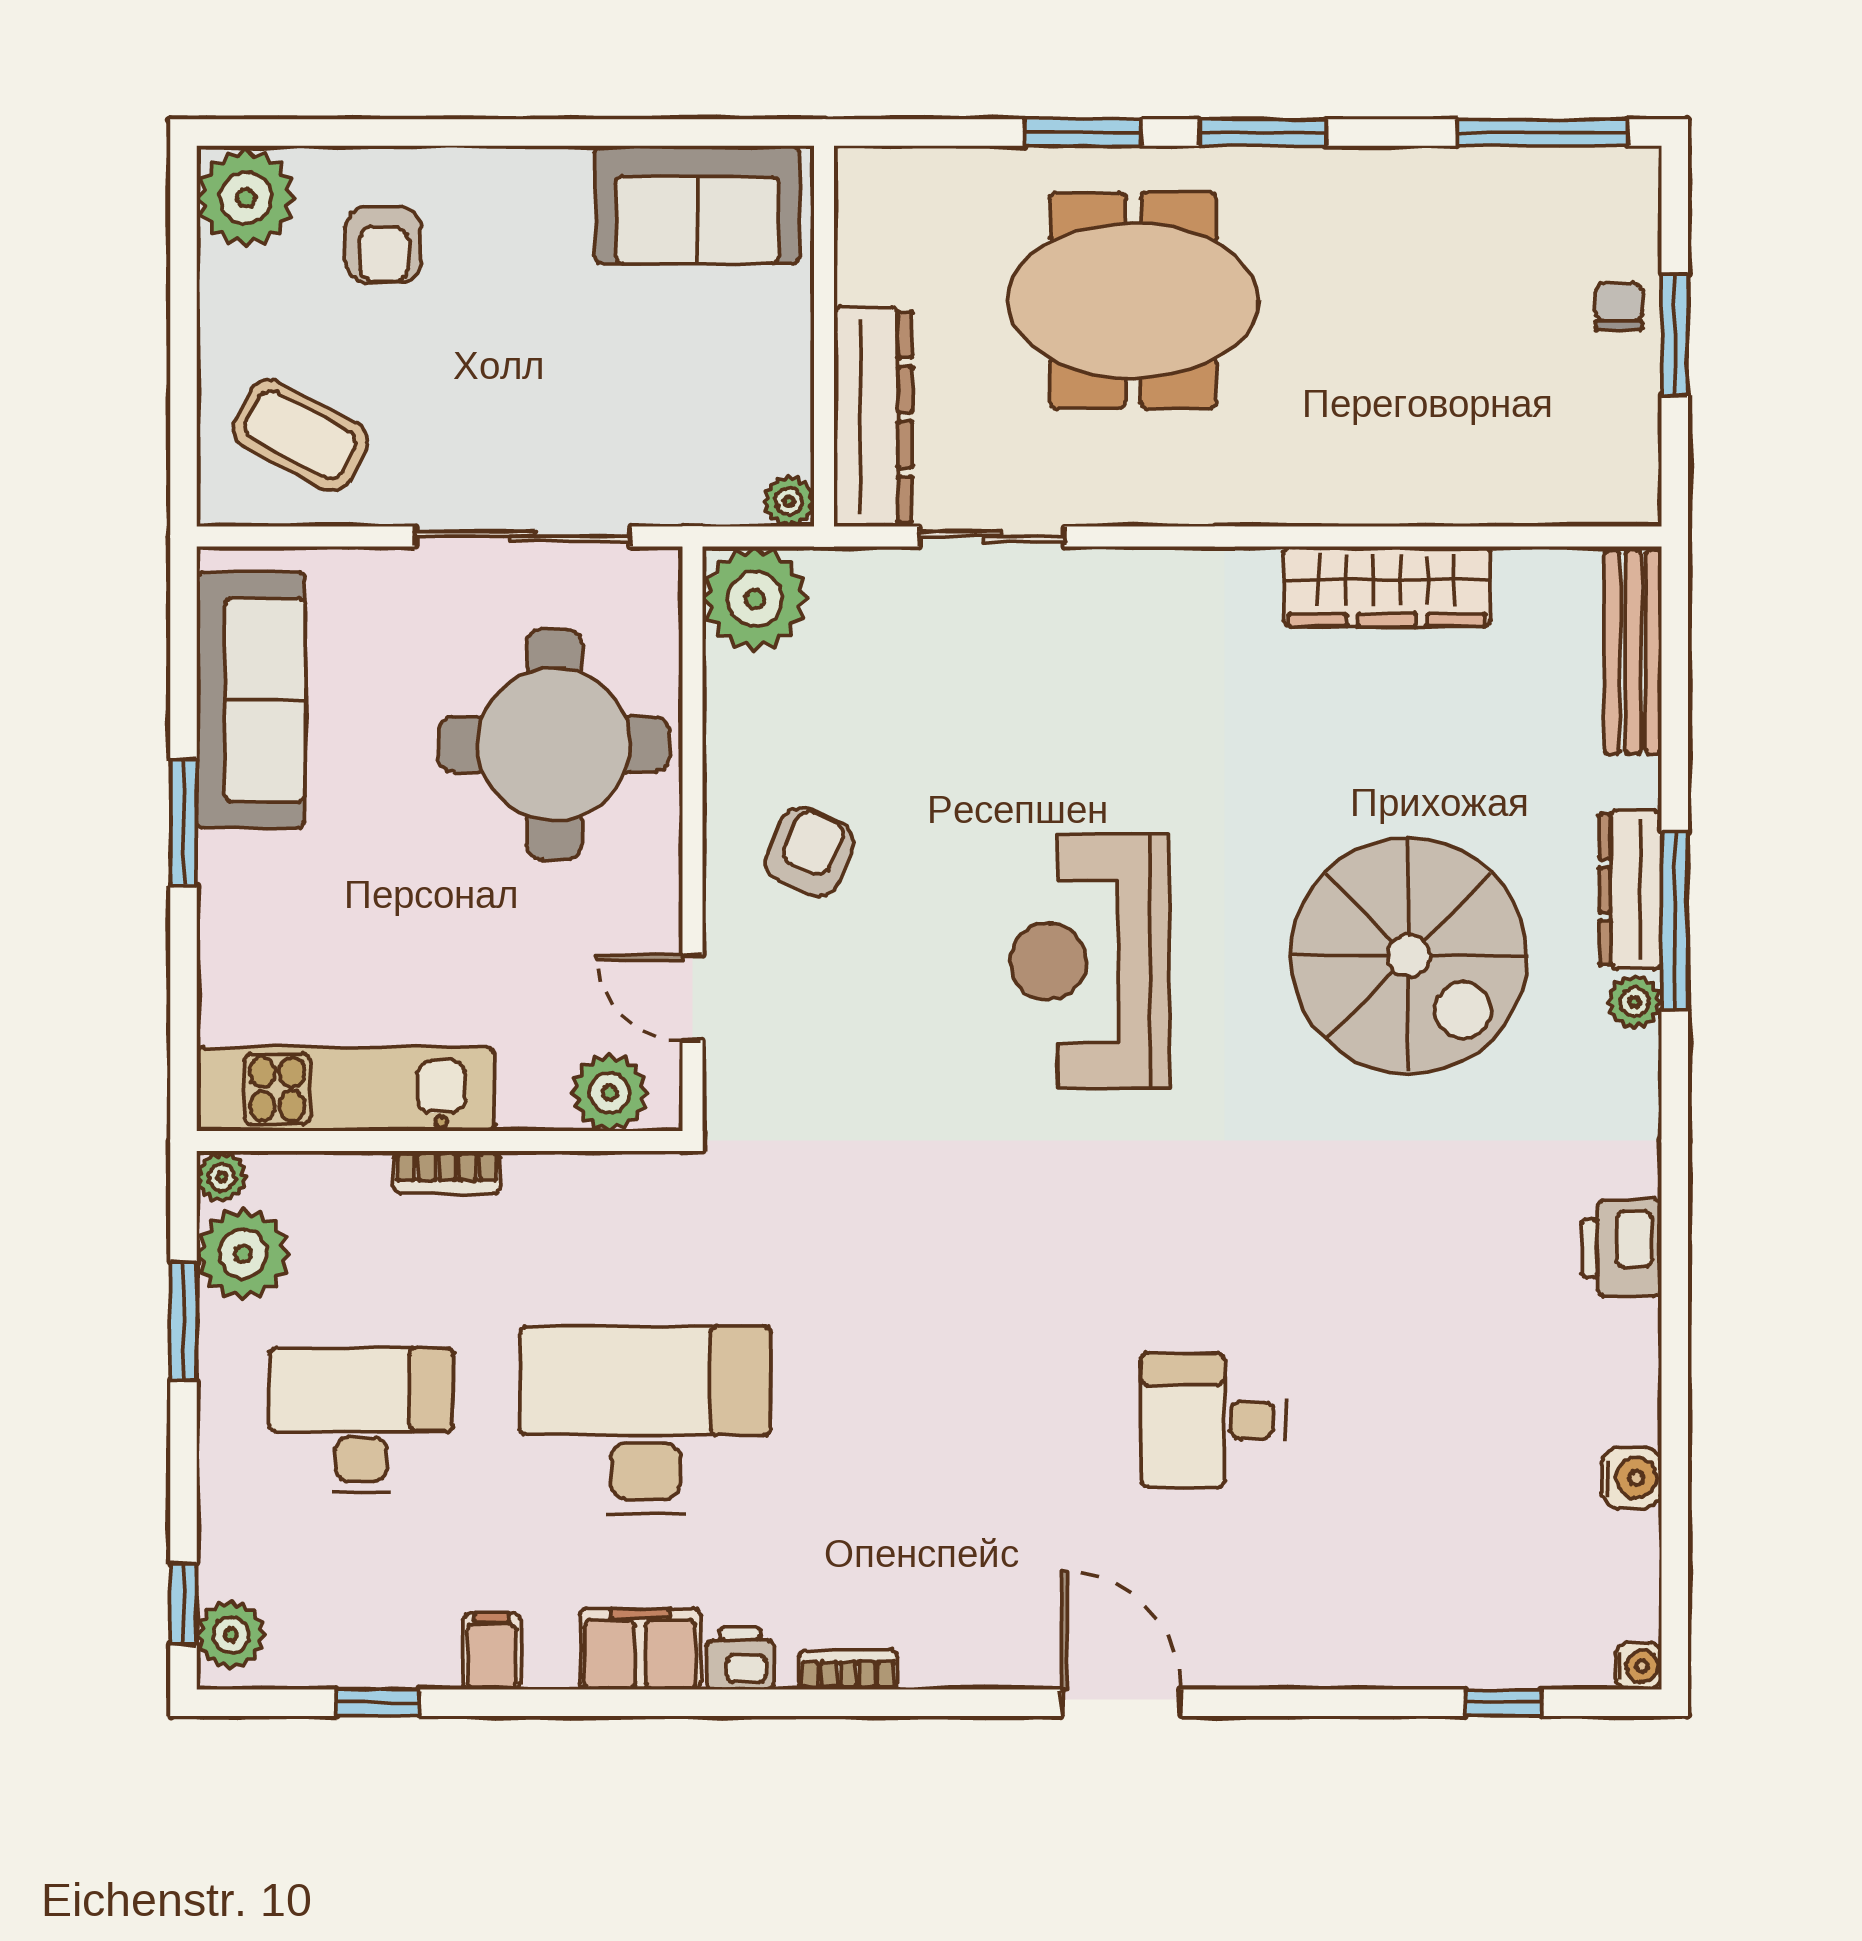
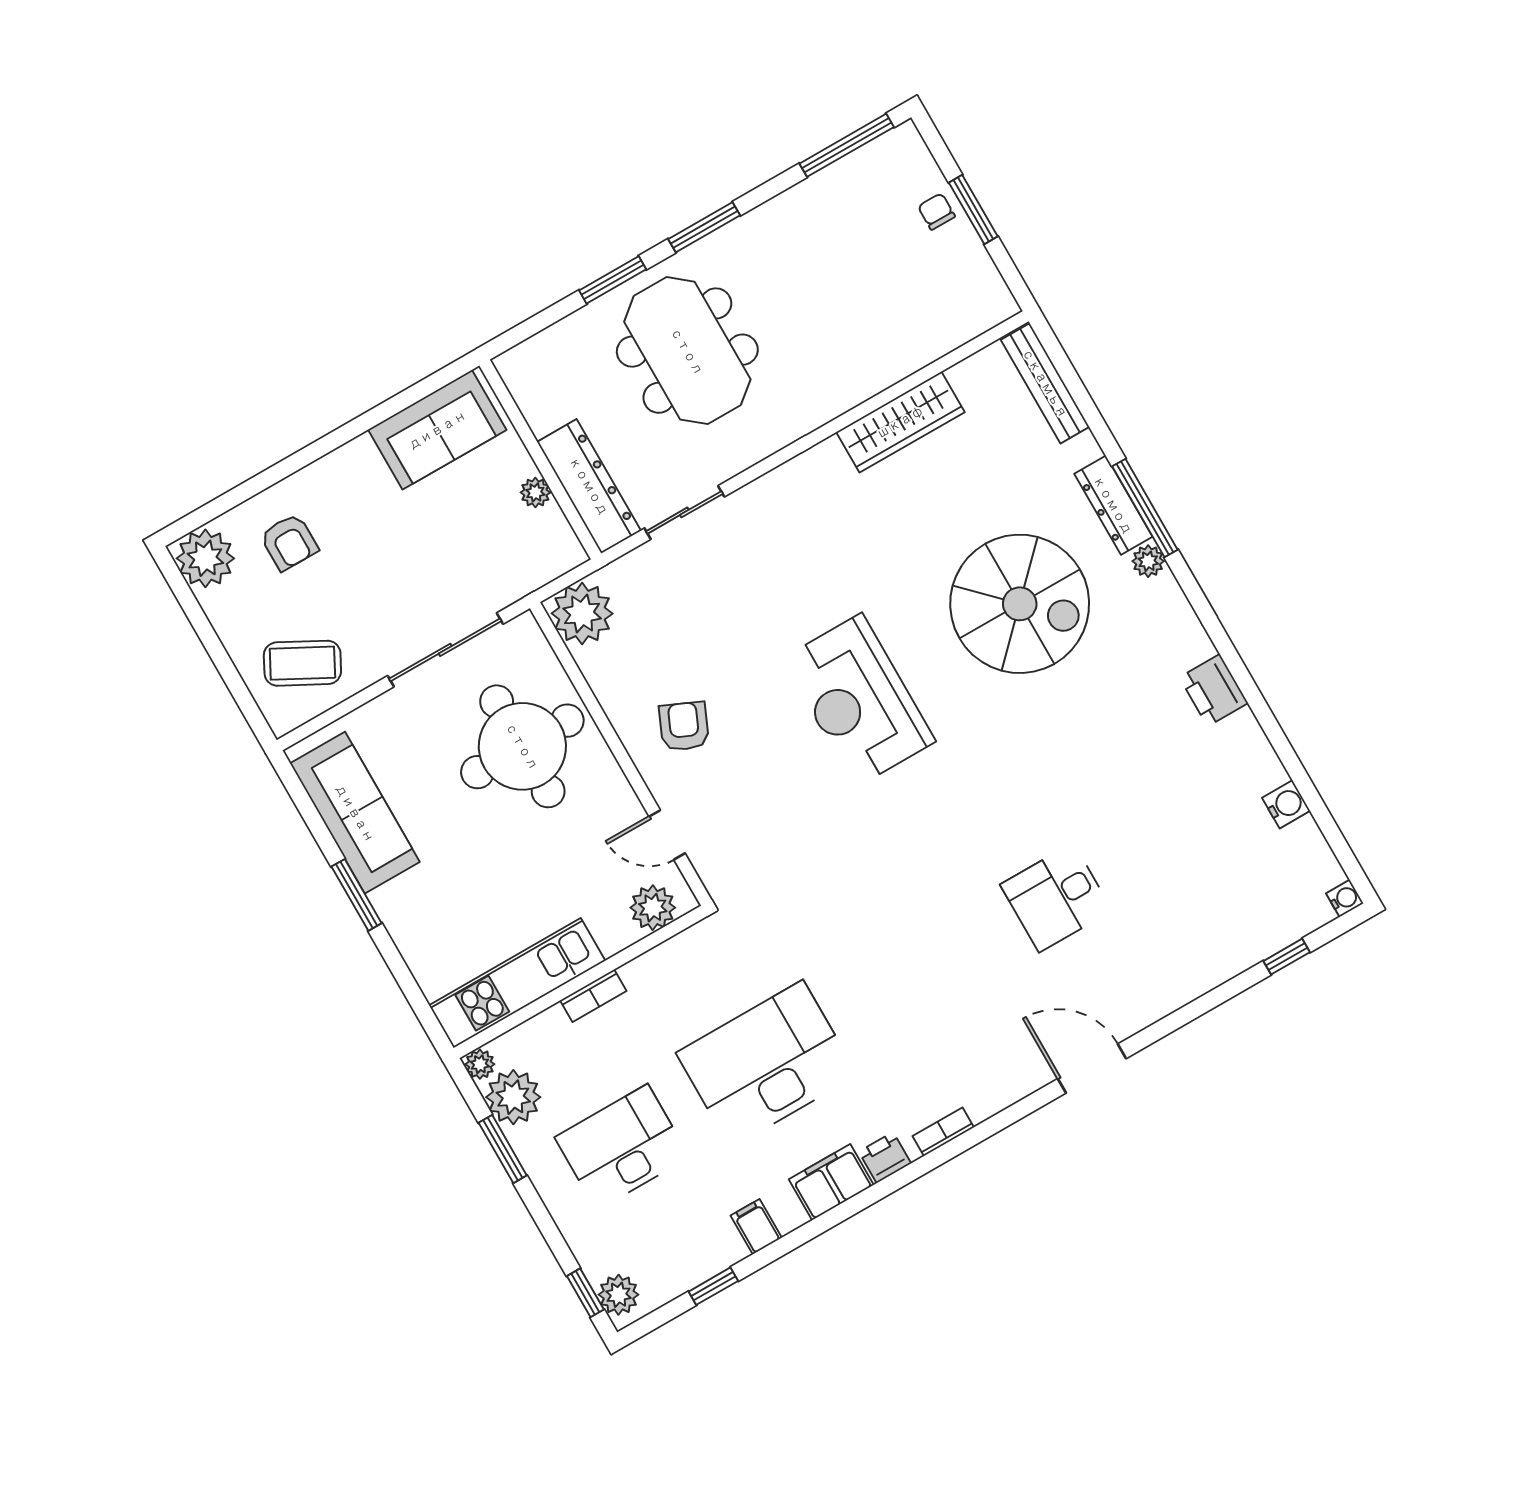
meeting table: (1133, 300) -> (687, 351), turned 90
plant: (789, 501) -> (535, 492), moved

